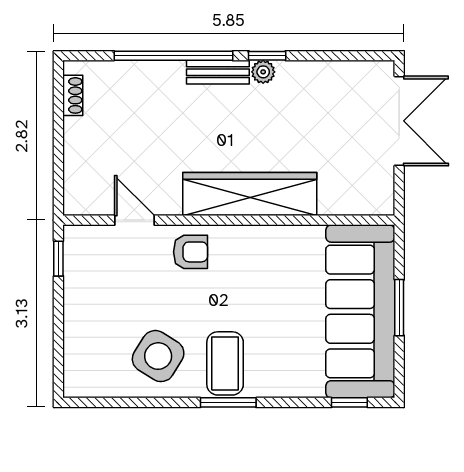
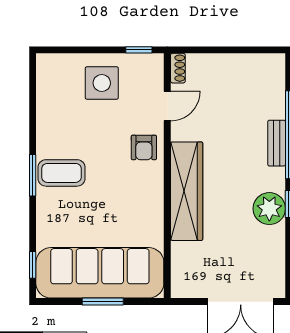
bench: (218, 72) -> (277, 143), moved
plant: (263, 72) -> (269, 209), width x1.87, depth x1.87
shoe rack: (73, 95) -> (178, 68), moved, turned -90
side table: (158, 356) -> (102, 83), moved, turned -32

